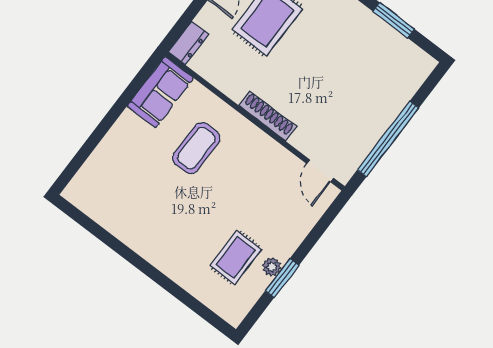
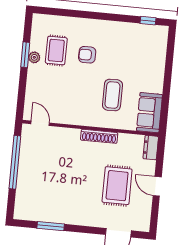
shoe rack: (268, 116) -> (99, 136), moved
window: (84, 220) -> (148, 21), added
armchair: (197, 225) -> (87, 55), added

